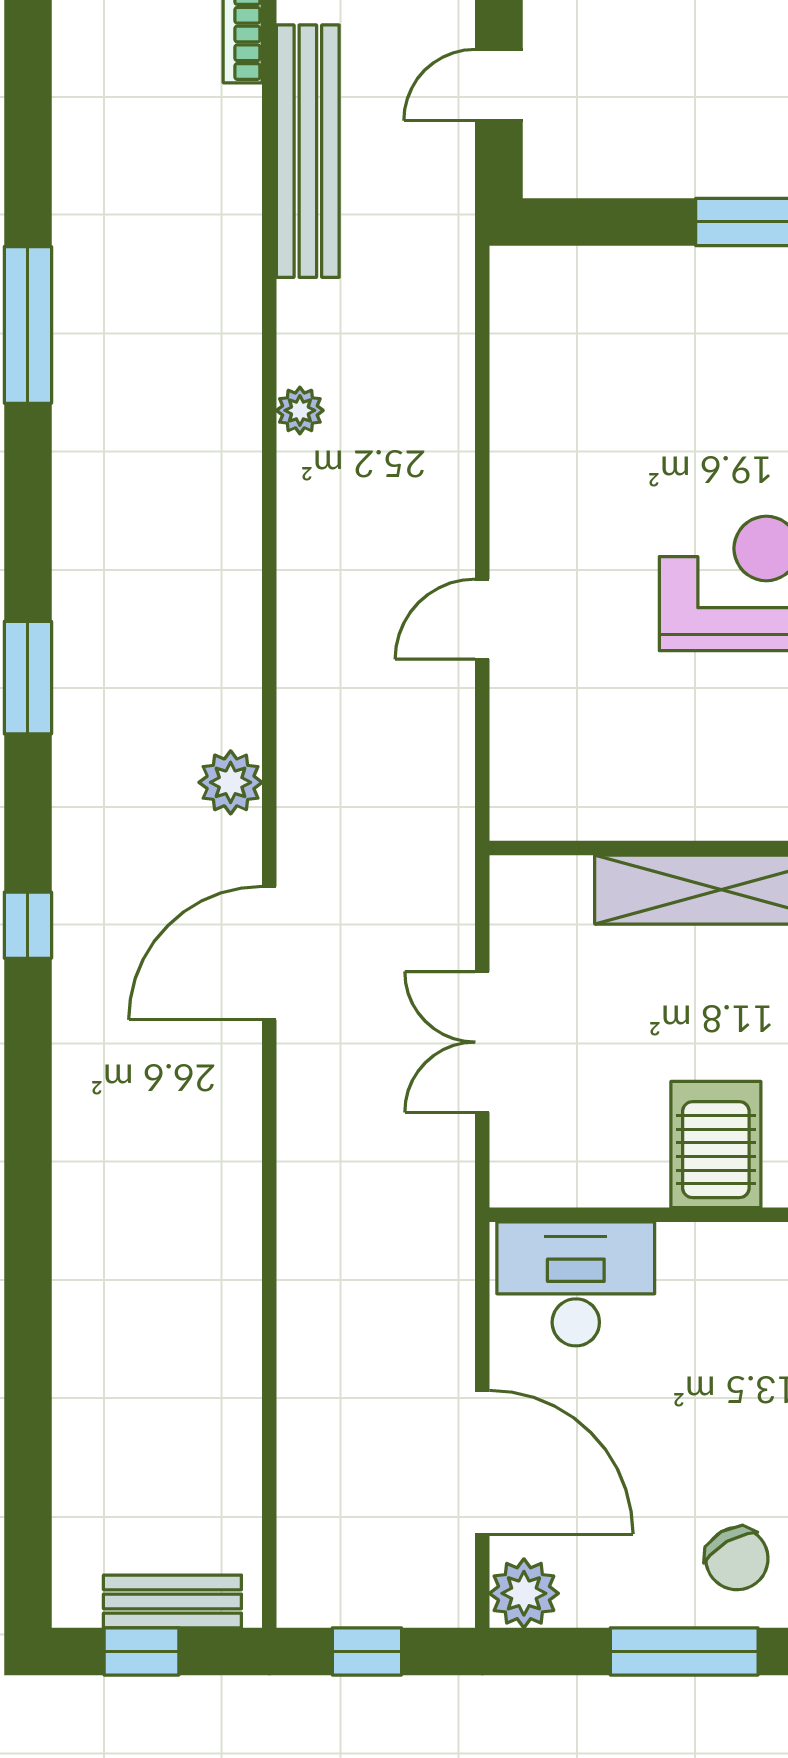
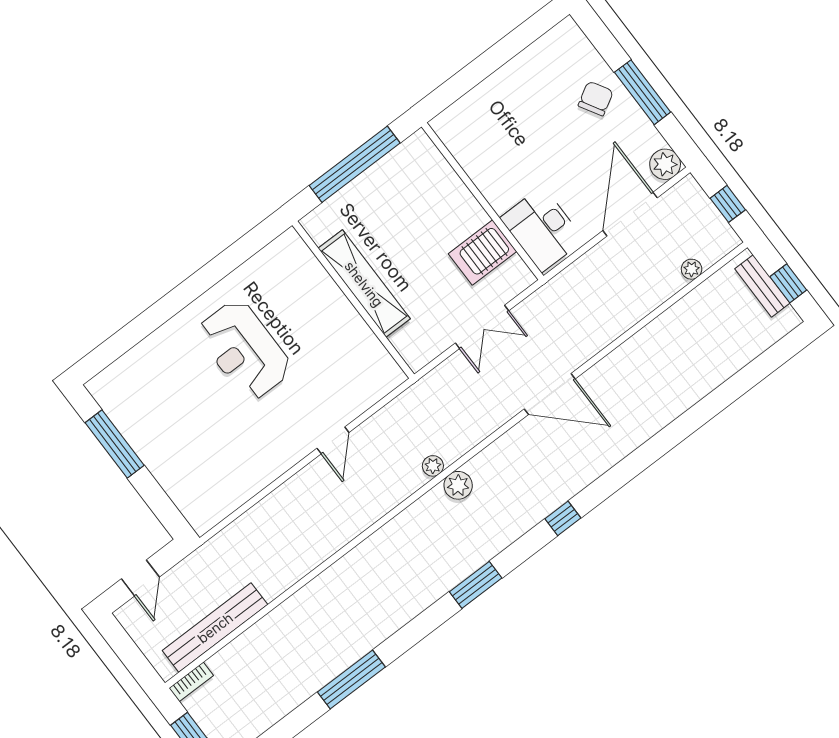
door: (499, 85) -> (140, 578), hinge flipped
plant: (300, 410) -> (433, 466), moved
door: (482, 619) -> (333, 440), hinge flipped
door: (269, 953) -> (550, 394), moved
server rack: (716, 1145) -> (483, 253), moved
plant: (299, 1497) -> (692, 269), added

